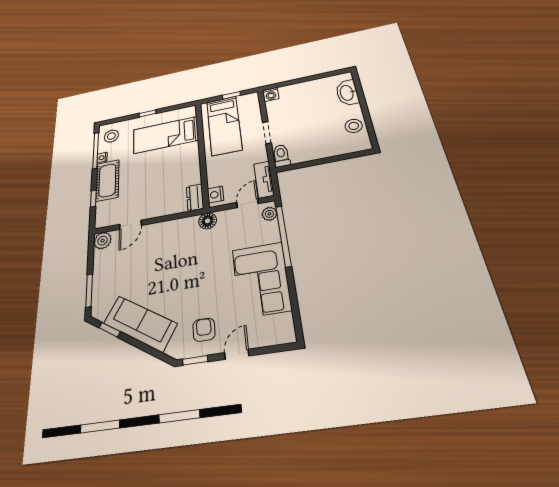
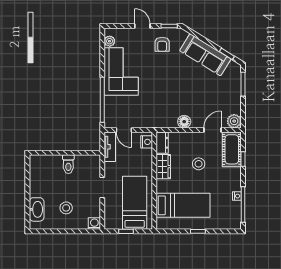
stool: (354, 126) -> (66, 208), moved
stool: (111, 136) -> (199, 164), moved
toilet: (281, 156) -> (68, 164), moved
wardrobe: (192, 171) -> (163, 167), added
cot: (107, 180) -> (232, 149), moved
door: (247, 203) -> (124, 130), hinge flipped
plant: (269, 214) -> (110, 41), moved
floor lamp: (208, 221) -> (184, 122), moved
door: (237, 354) -> (142, 26), swing flipped

